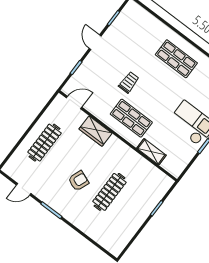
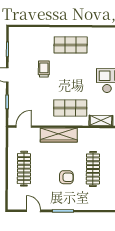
trolley: (129, 82) -> (44, 69), moved
wardrobe: (95, 131) -> (59, 135), width x1.50
armchair: (78, 181) -> (66, 177), turned 69
door: (24, 189) -> (34, 211), swing flipped

